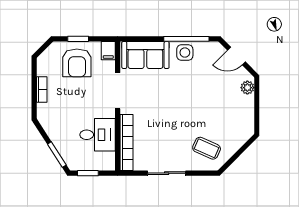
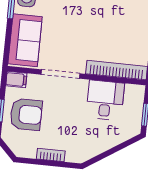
window: (57, 155) -> (122, 146), removed

